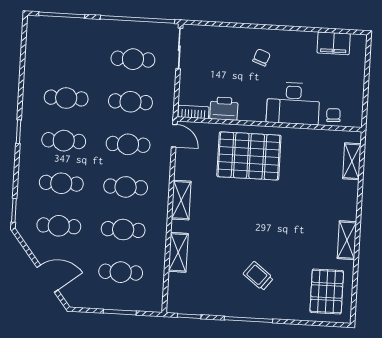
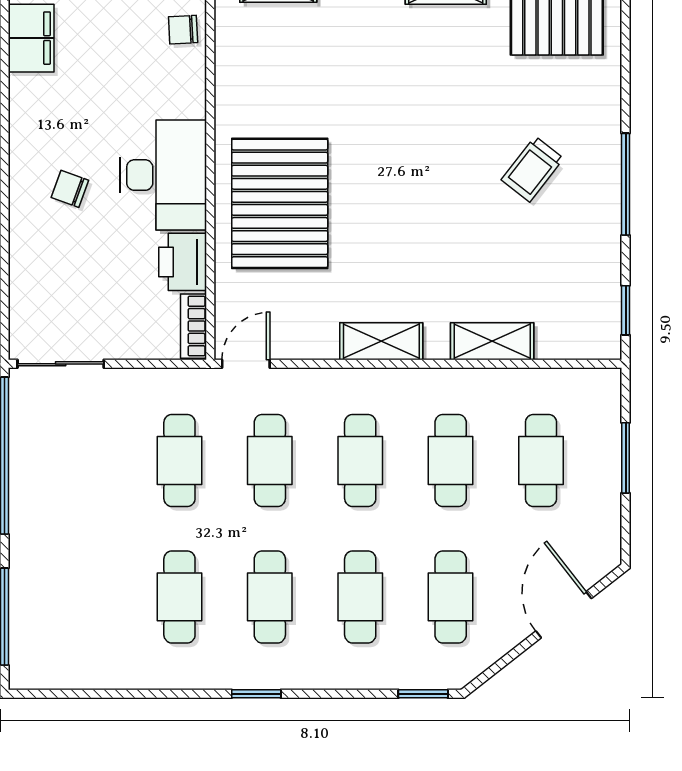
cafe table: (133, 59) -> (89, 460), removed
desk: (293, 103) -> (163, 175), moved

